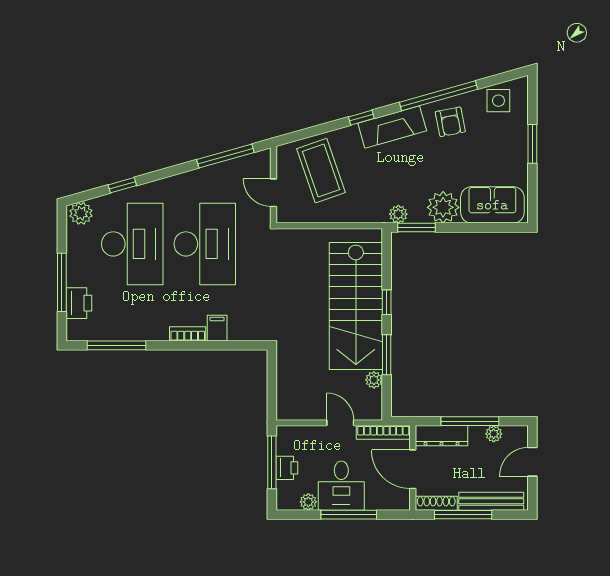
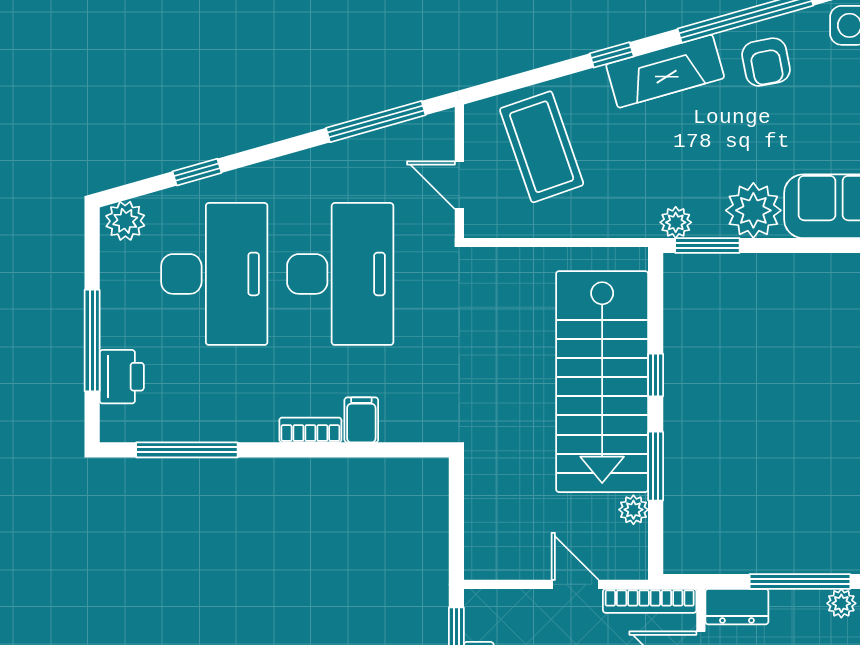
dresser: (442, 436) -> (737, 607), width x0.70

